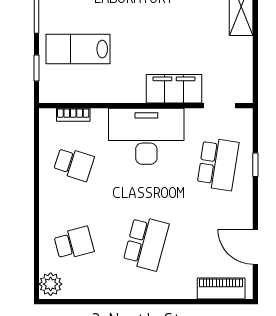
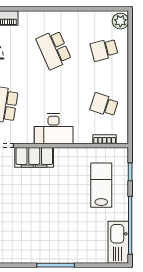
lab bench: (78, 49) -> (101, 185), turned -90
desk: (146, 136) -> (54, 129), width x0.73, depth x0.77
school desk: (146, 243) -> (54, 50), turned -39

